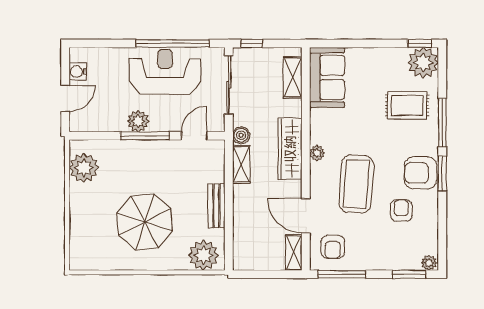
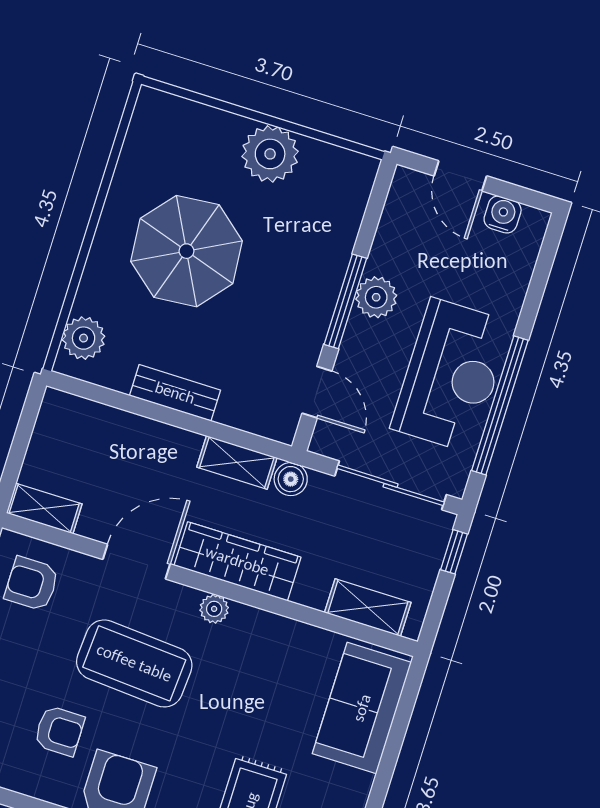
sofa: (327, 77) -> (362, 708), moved, turned 90
plant: (84, 168) -> (270, 154), moved
door: (306, 216) -> (136, 562), moved
plant: (204, 255) -> (84, 338), width x0.73, depth x0.73

